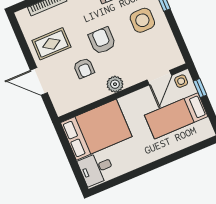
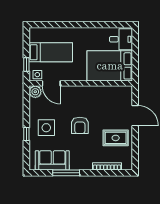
armchair: (84, 68) -> (100, 112), removed
door: (159, 78) -> (51, 83), swing flipped
plant: (115, 84) -> (35, 92), moved

